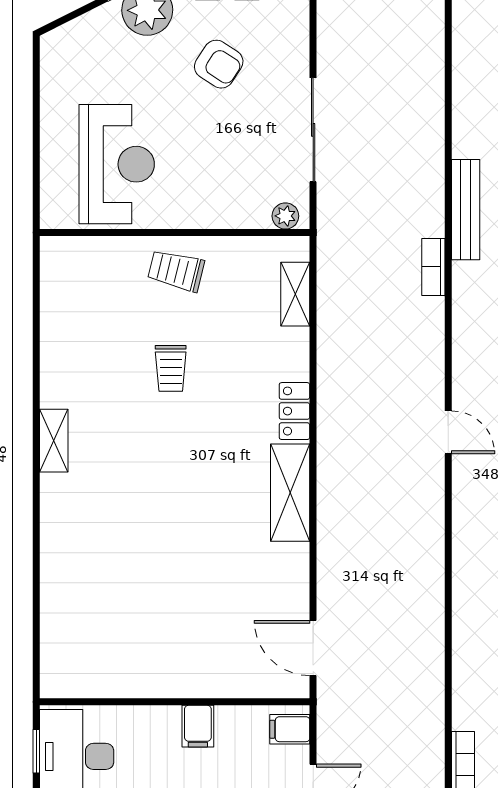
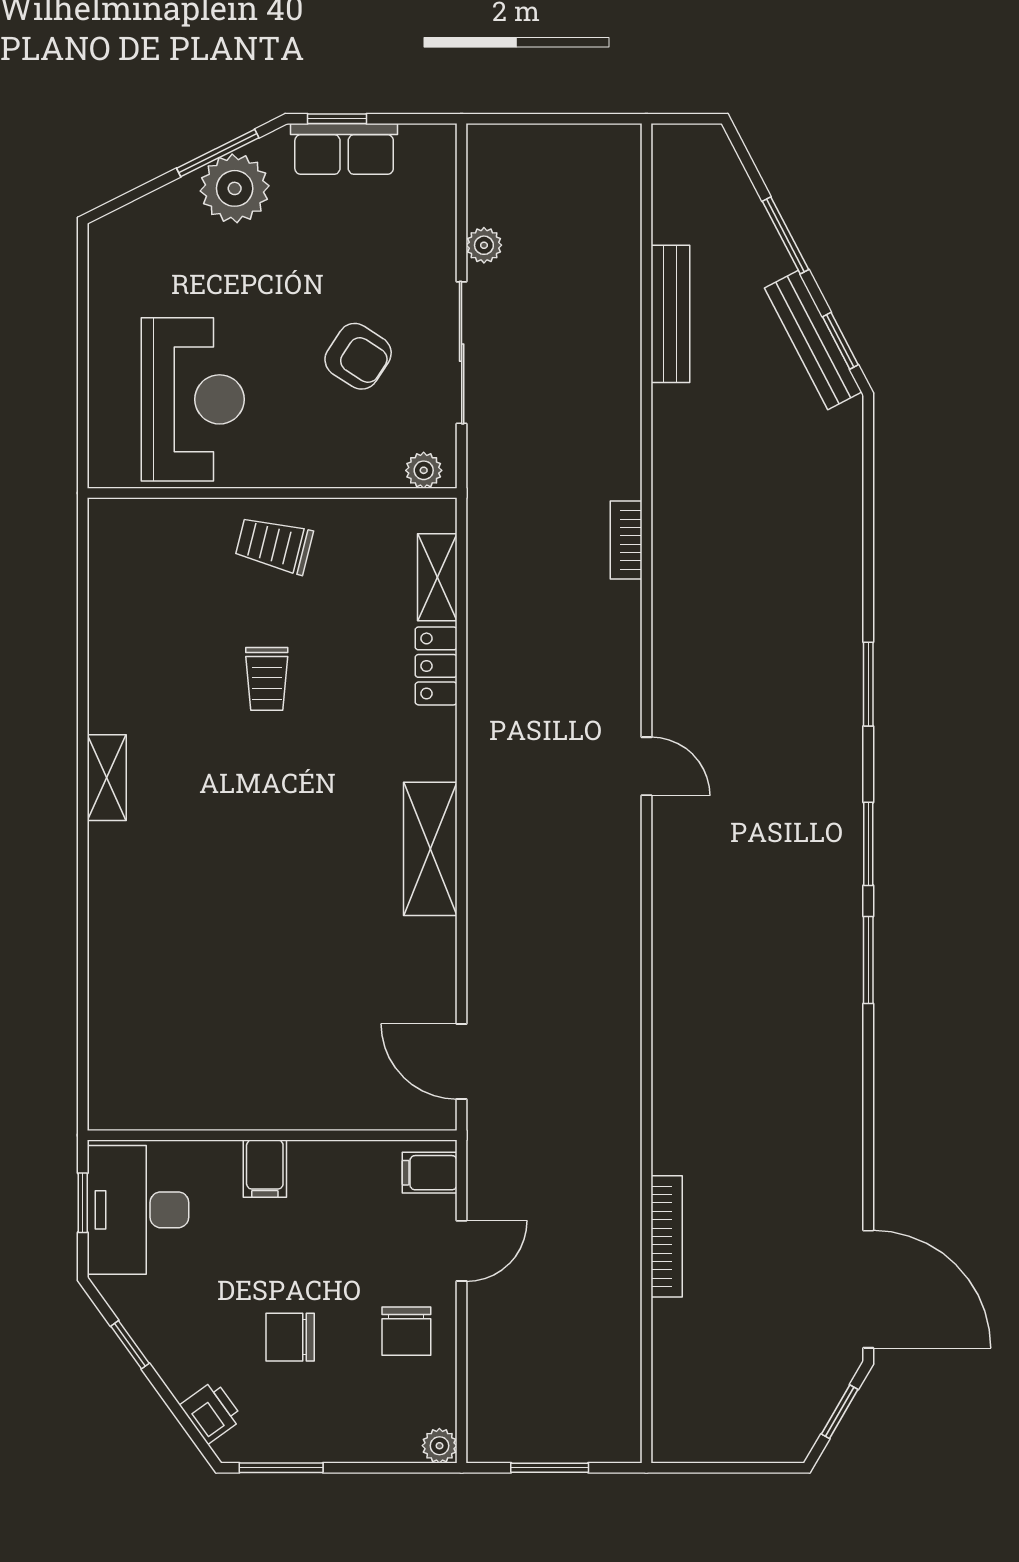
plant: (329, 52) -> (484, 245), added
armchair: (219, 64) -> (358, 356), moved
bench: (466, 210) -> (670, 314), moved
locker: (294, 411) -> (436, 666), moved
filing cabinet: (198, 726) -> (265, 1169), moved

